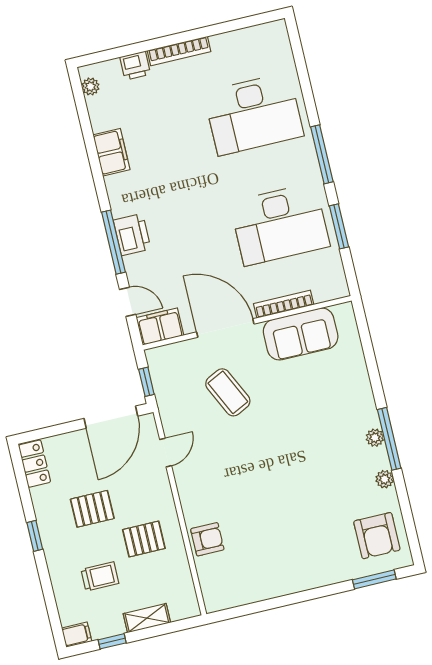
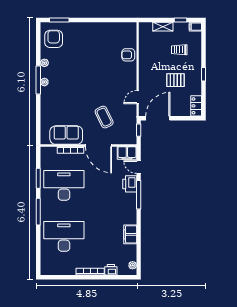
printer: (132, 235) -> (130, 184), moved
pallet: (144, 539) -> (156, 62), removed

